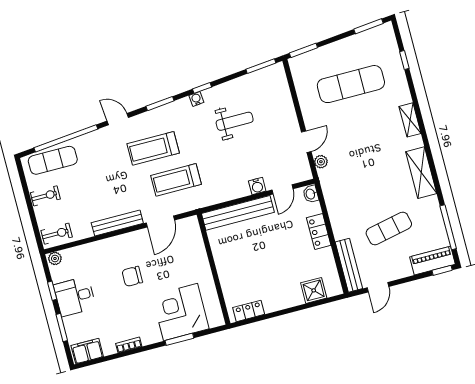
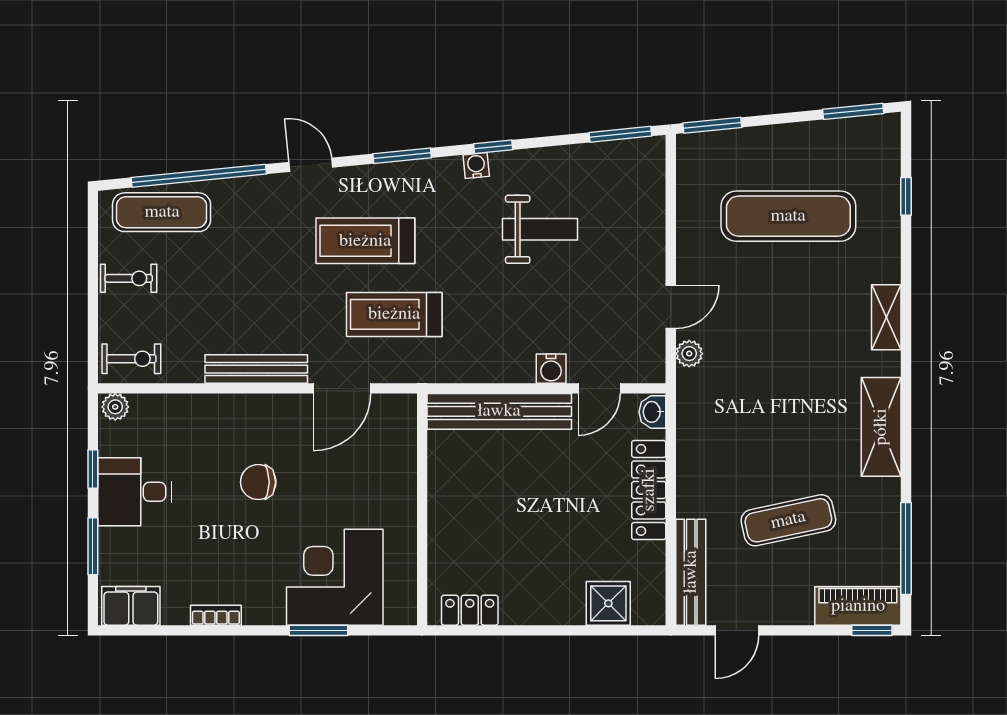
locker: (319, 231) -> (649, 490), width x1.53

